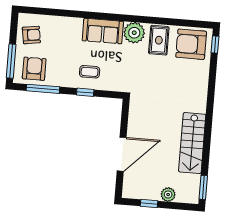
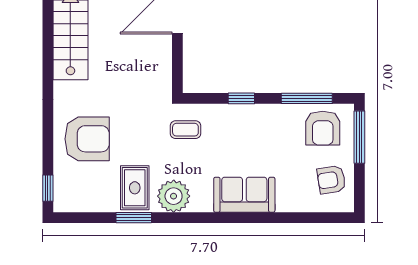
window: (161, 21) -> (134, 218), added
sofa: (103, 31) -> (244, 195), moved
armchair: (191, 44) -> (87, 139), moved
coffee table: (90, 72) -> (185, 130), moved

